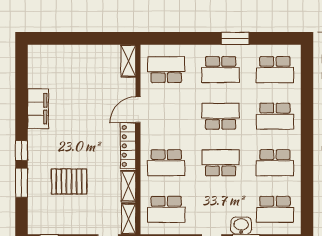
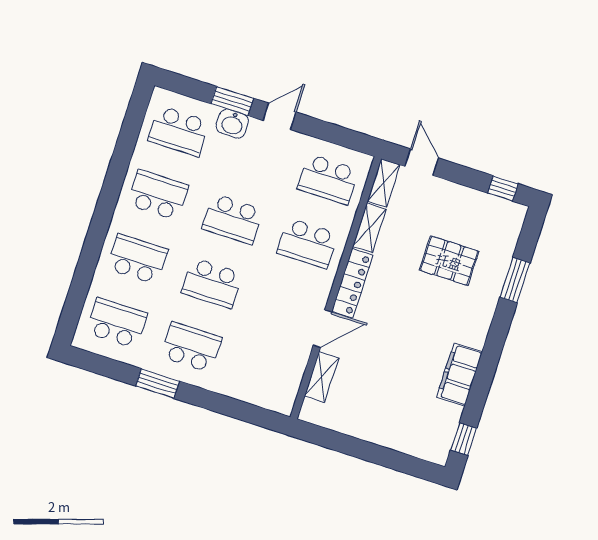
shelving: (128, 61) -> (322, 377), moved
school desk: (166, 70) -> (266, 371), removed
window: (21, 151) -> (464, 439), moved
school desk: (166, 163) -> (307, 243), turned 180
school desk: (166, 209) -> (328, 179), turned 180
school desk: (275, 209) -> (179, 131), turned 180

